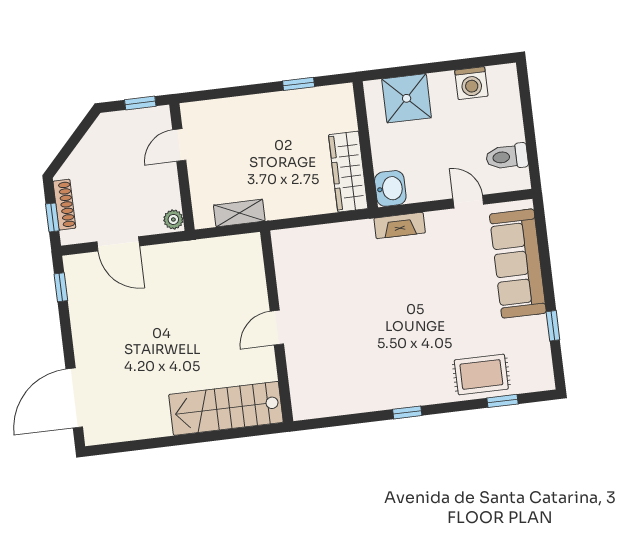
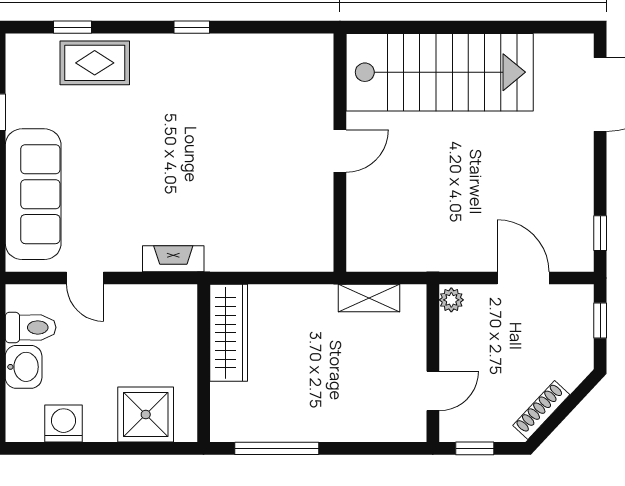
window: (299, 84) -> (277, 448), width x2.17
washbasin: (390, 188) -> (24, 367), moved, turned 180
shoe rack: (64, 205) -> (541, 410), moved, turned 43
stairs: (226, 408) -> (440, 72), width x1.36, depth x1.51

